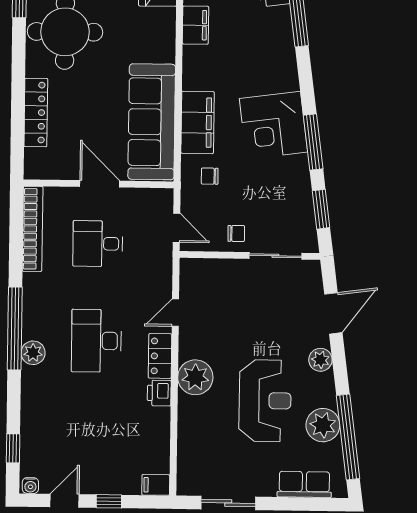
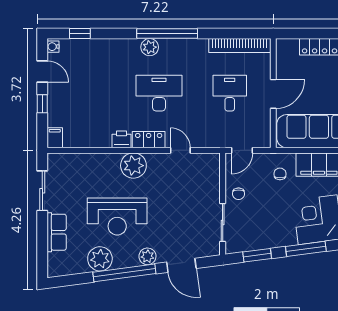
window: (348, 437) -> (124, 273), moved
row of seats: (304, 484) -> (57, 232), moved

